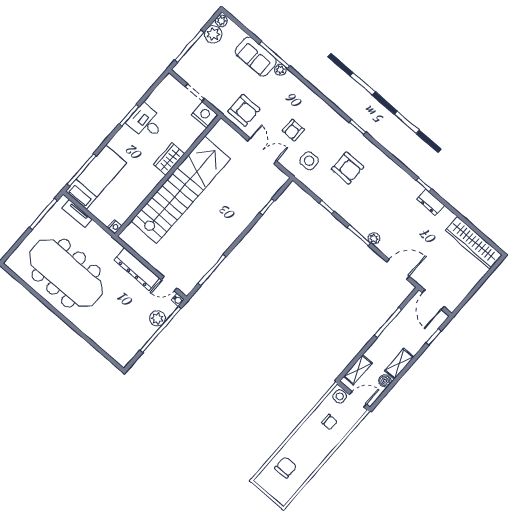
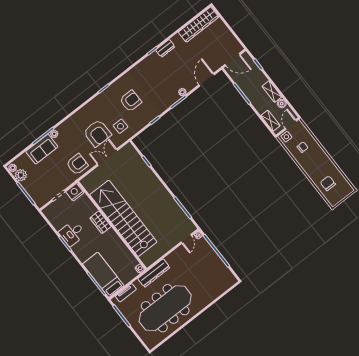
armchair: (293, 130) -> (97, 133), width x1.88, depth x1.88
dresser: (137, 269) -> (154, 273), moved
plant: (157, 318) -> (208, 251), removed

